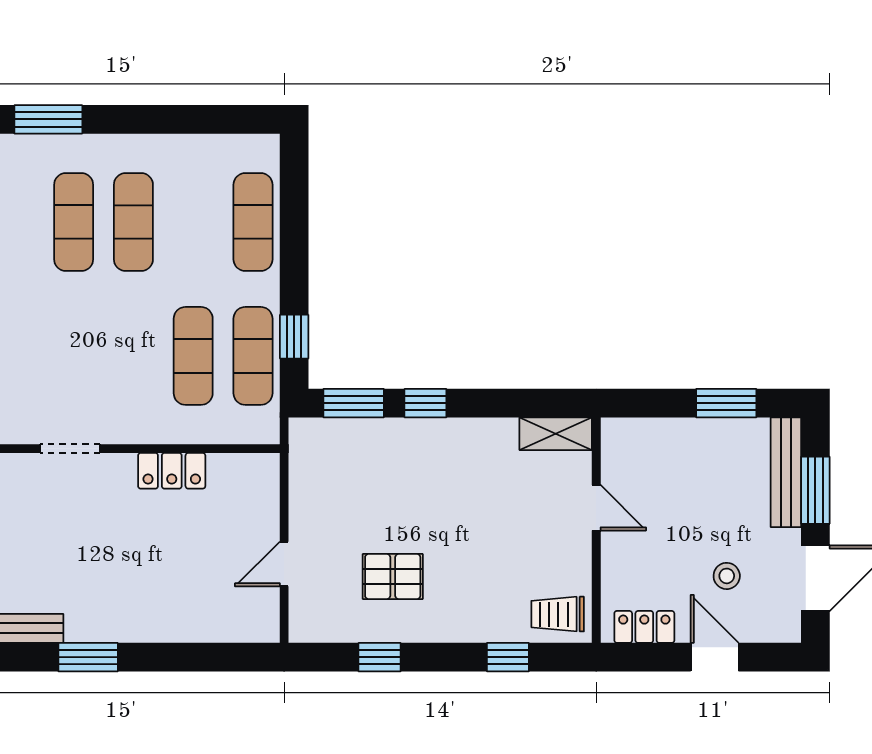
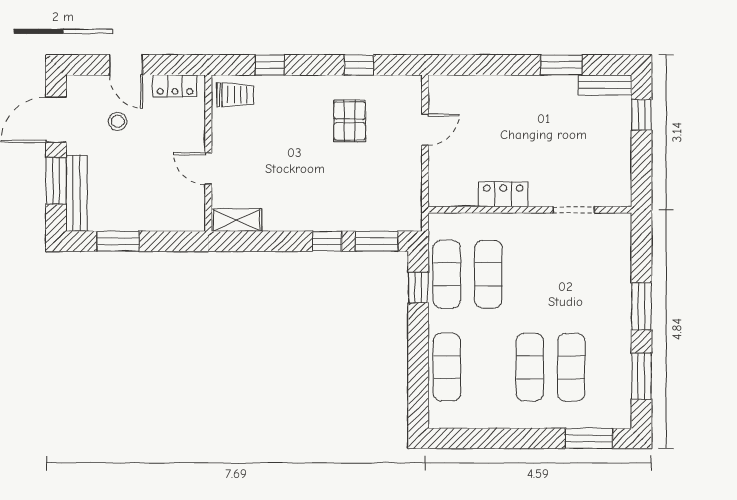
pallet: (393, 576) -> (350, 121), turned 90

